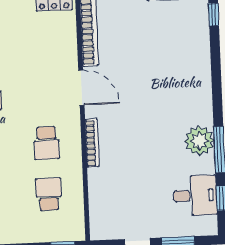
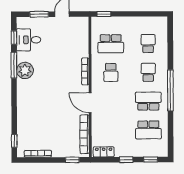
school desk: (47, 143) -> (111, 72), turned 180
school desk: (49, 194) -> (111, 44), width x1.85

